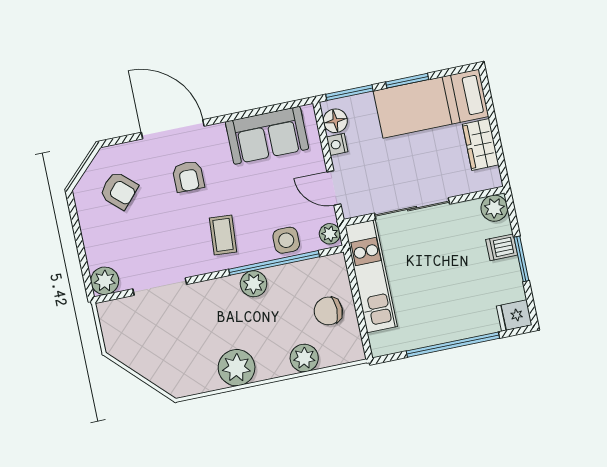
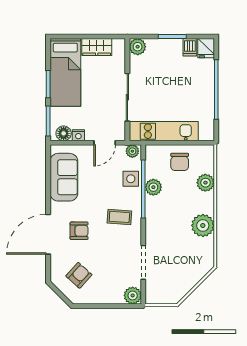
dishwasher: (502, 247) -> (190, 47), moved
plant: (254, 284) -> (153, 187), moved

